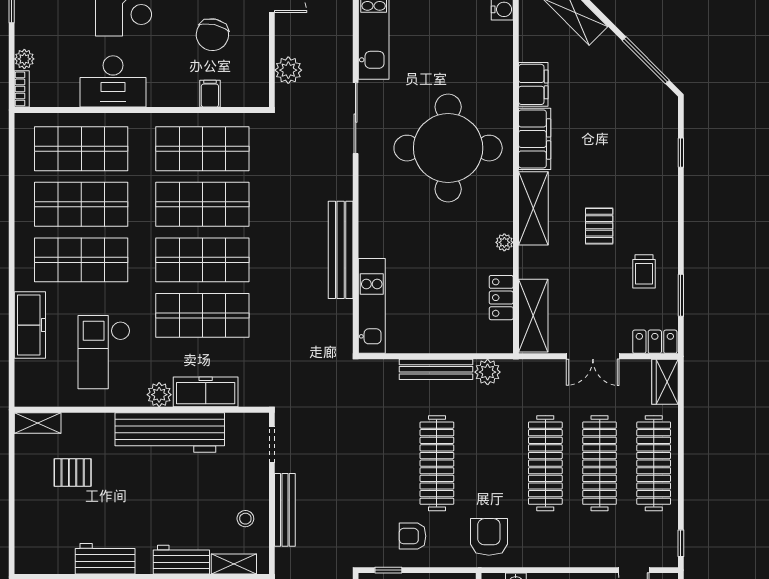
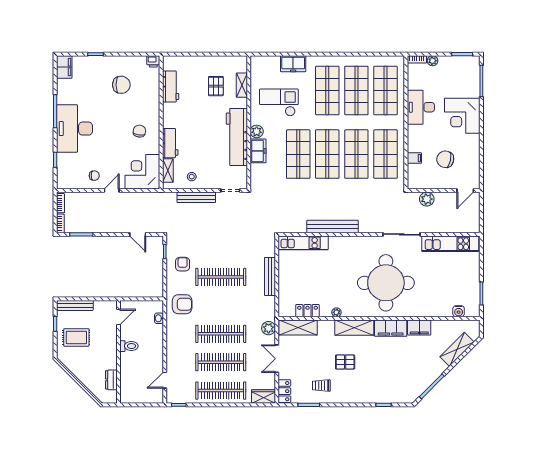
freezer: (30, 325) -> (293, 64), width x0.71
plant: (488, 372) -> (269, 328), moved
freezer: (206, 392) -> (258, 151), width x0.71
shelving: (38, 423) -> (242, 85), moved
workbench: (105, 559) -> (171, 86), moved

